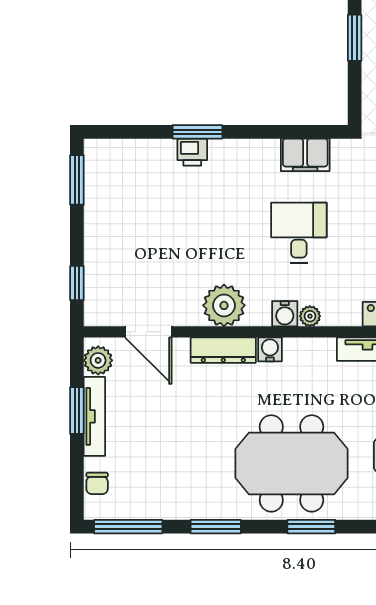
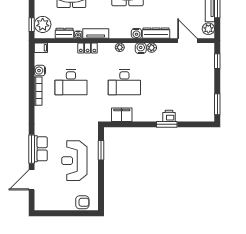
window: (355, 38) -> (101, 150), moved
desk: (299, 233) -> (124, 82), width x1.37
plant: (224, 305) -> (152, 48), width x0.53, depth x0.53
water cooler: (285, 314) -> (141, 48), moved

